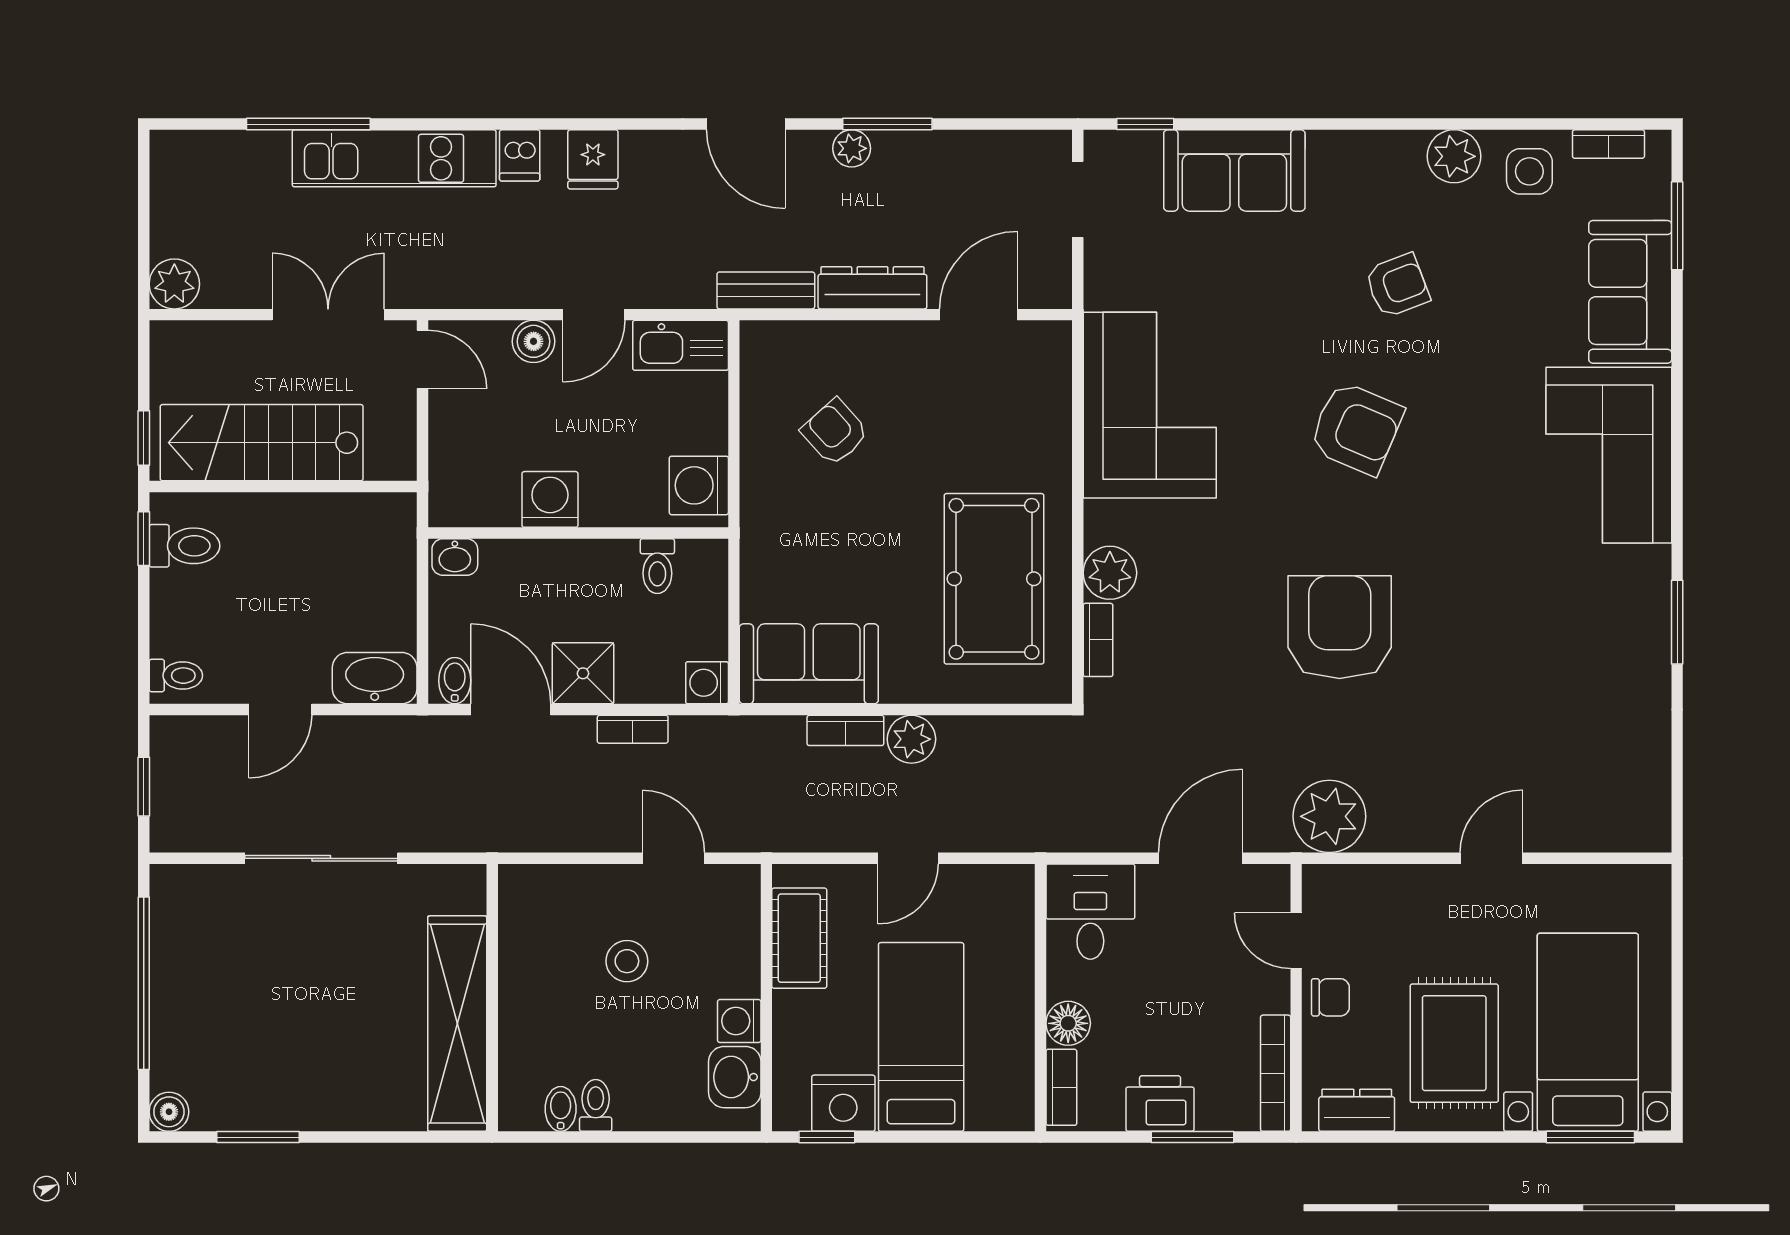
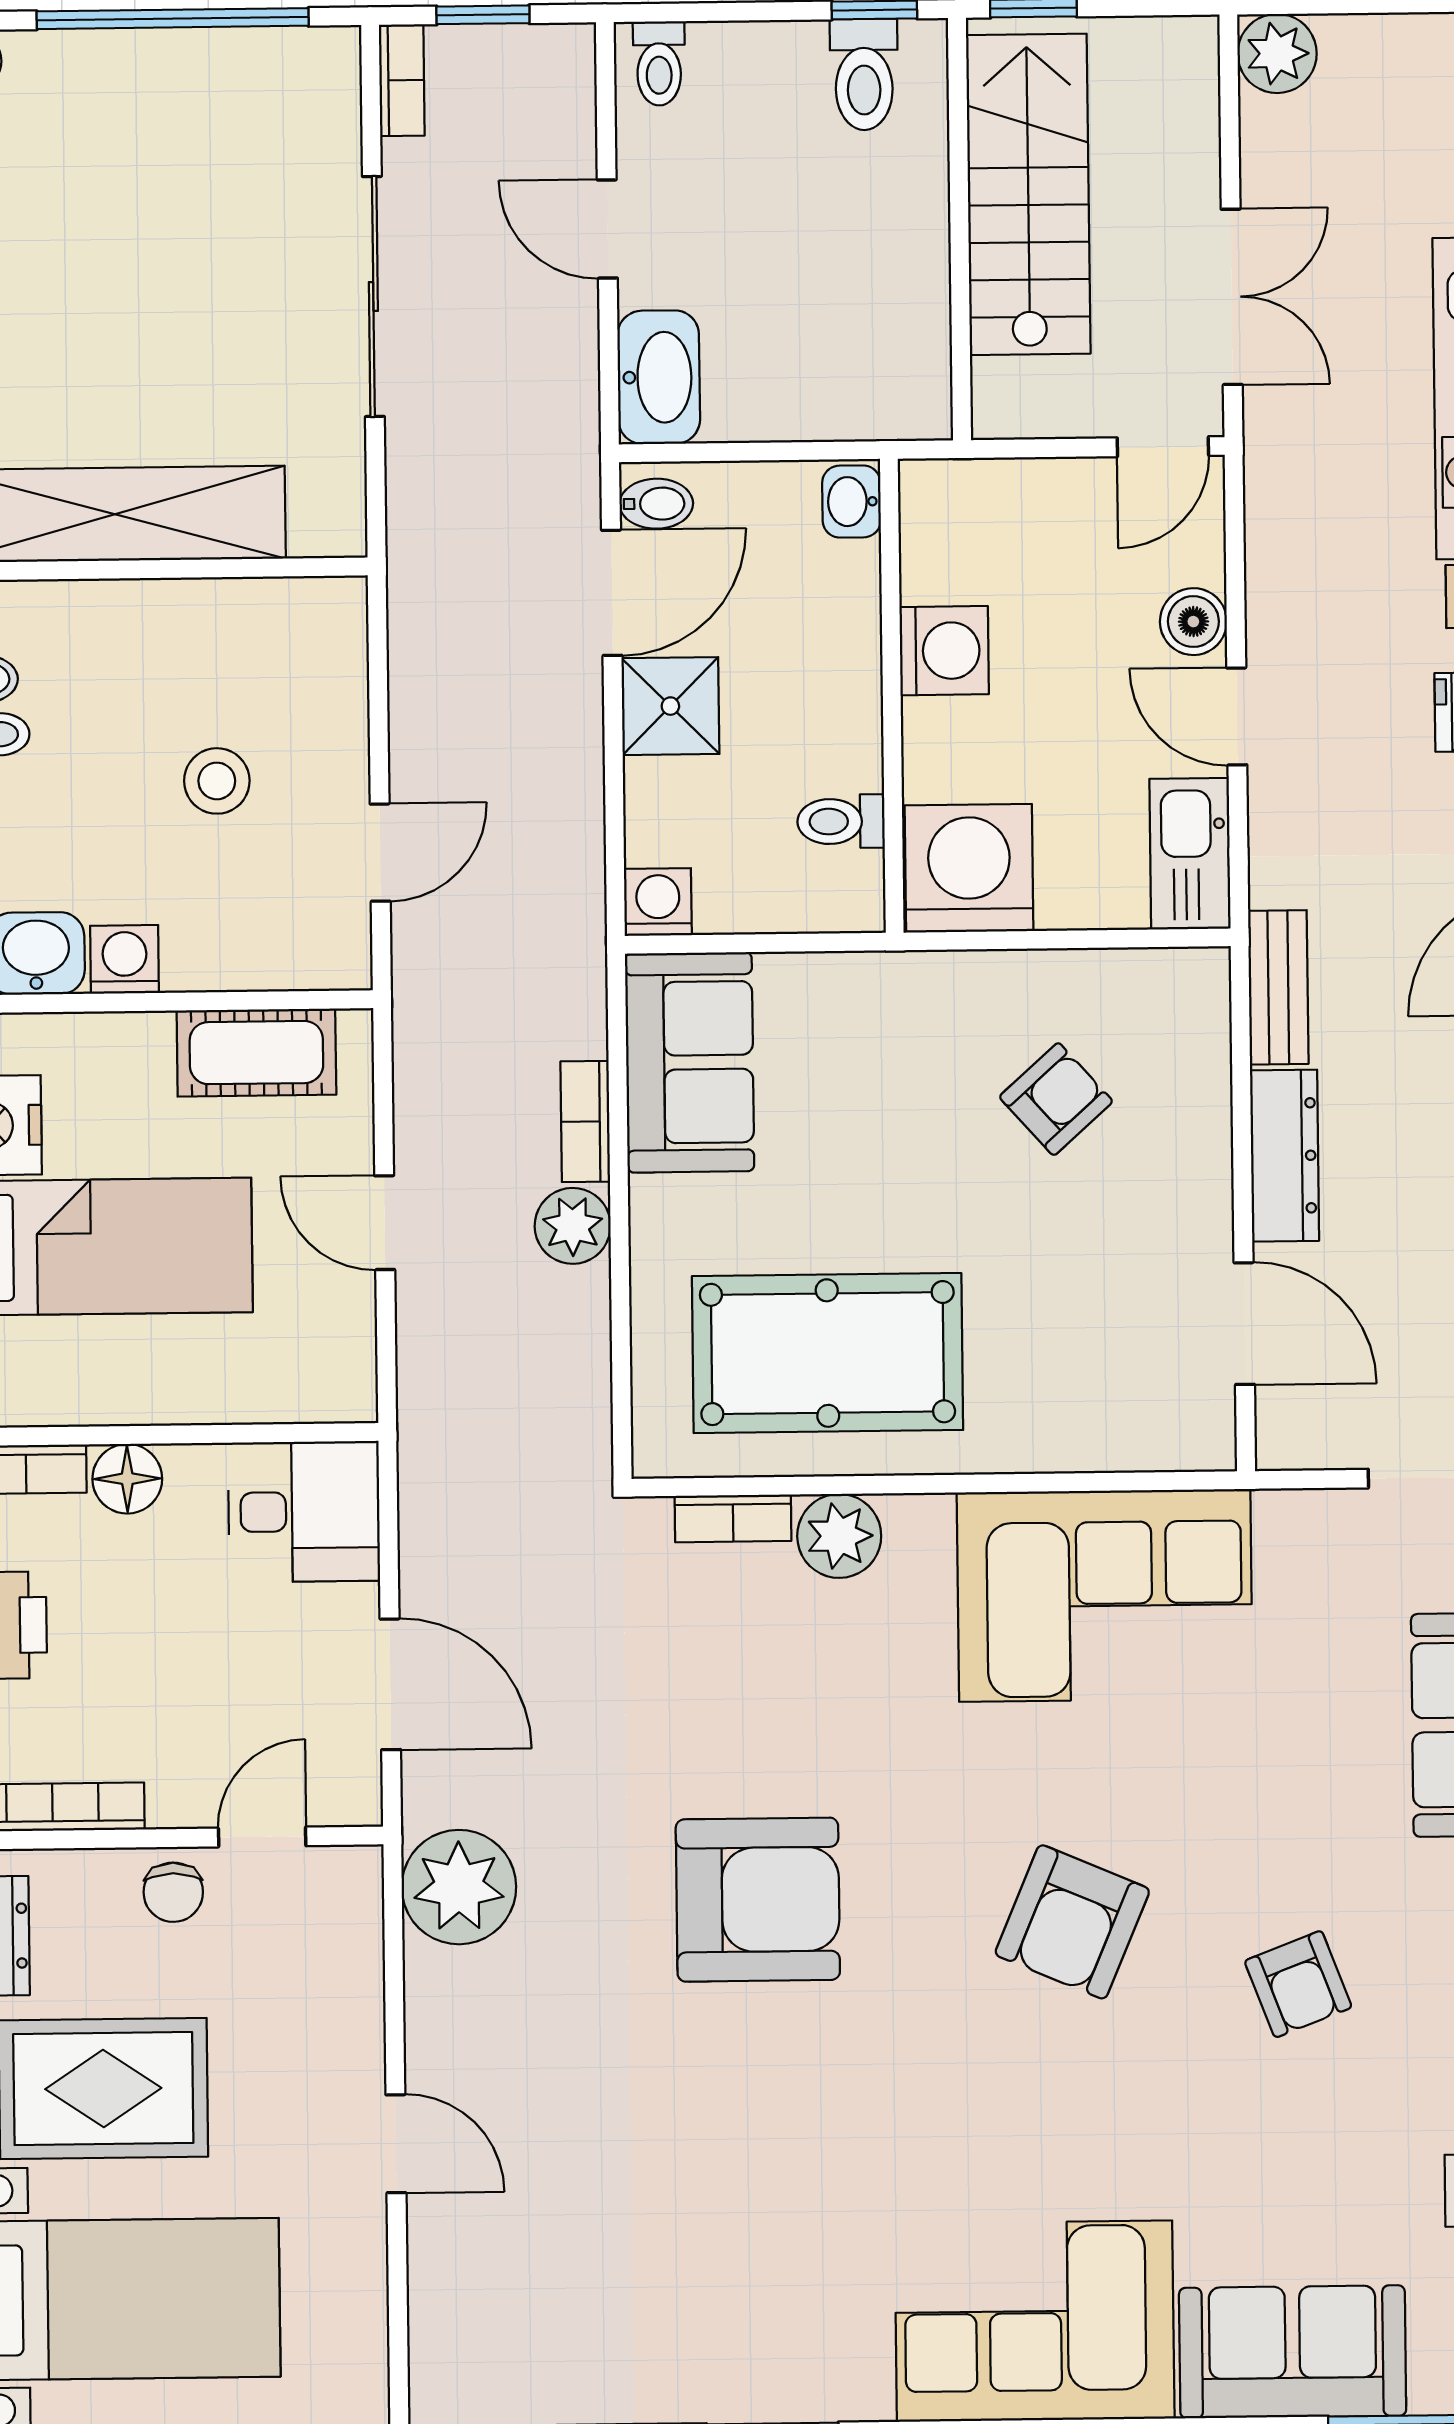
washing machine: (699, 485) -> (969, 868), width x1.37, depth x1.37
bookcase: (633, 729) -> (402, 80), moved, turned 180

